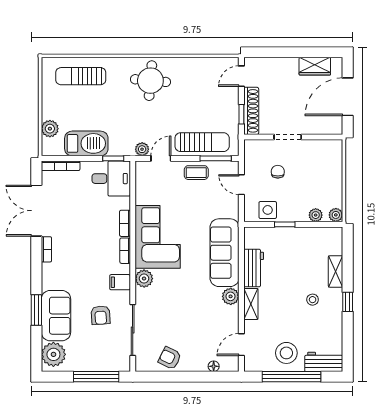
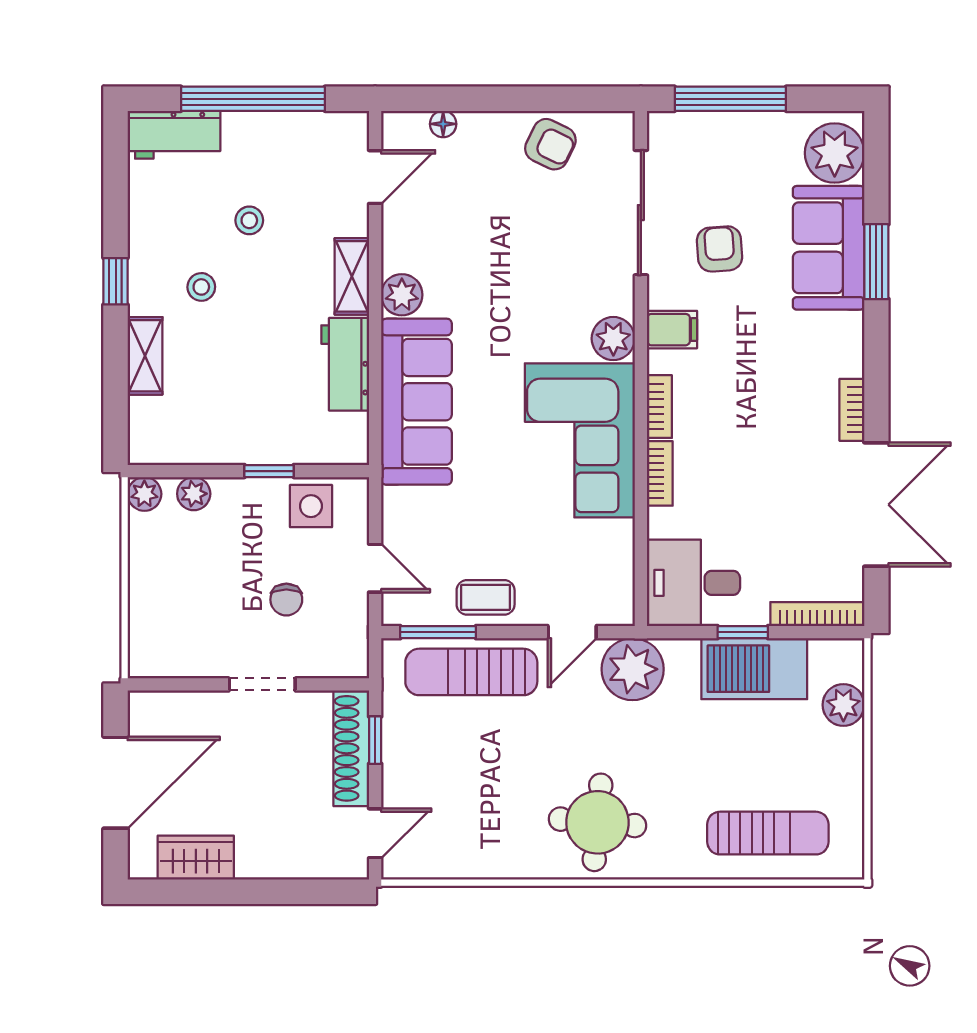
plant: (142, 149) -> (633, 669), width x1.88, depth x1.88
window: (113, 158) -> (743, 632), moved
stool: (286, 353) -> (249, 220), moved, width x0.53, depth x0.53

